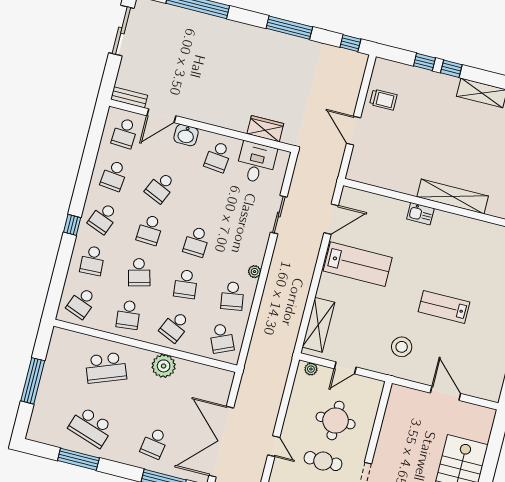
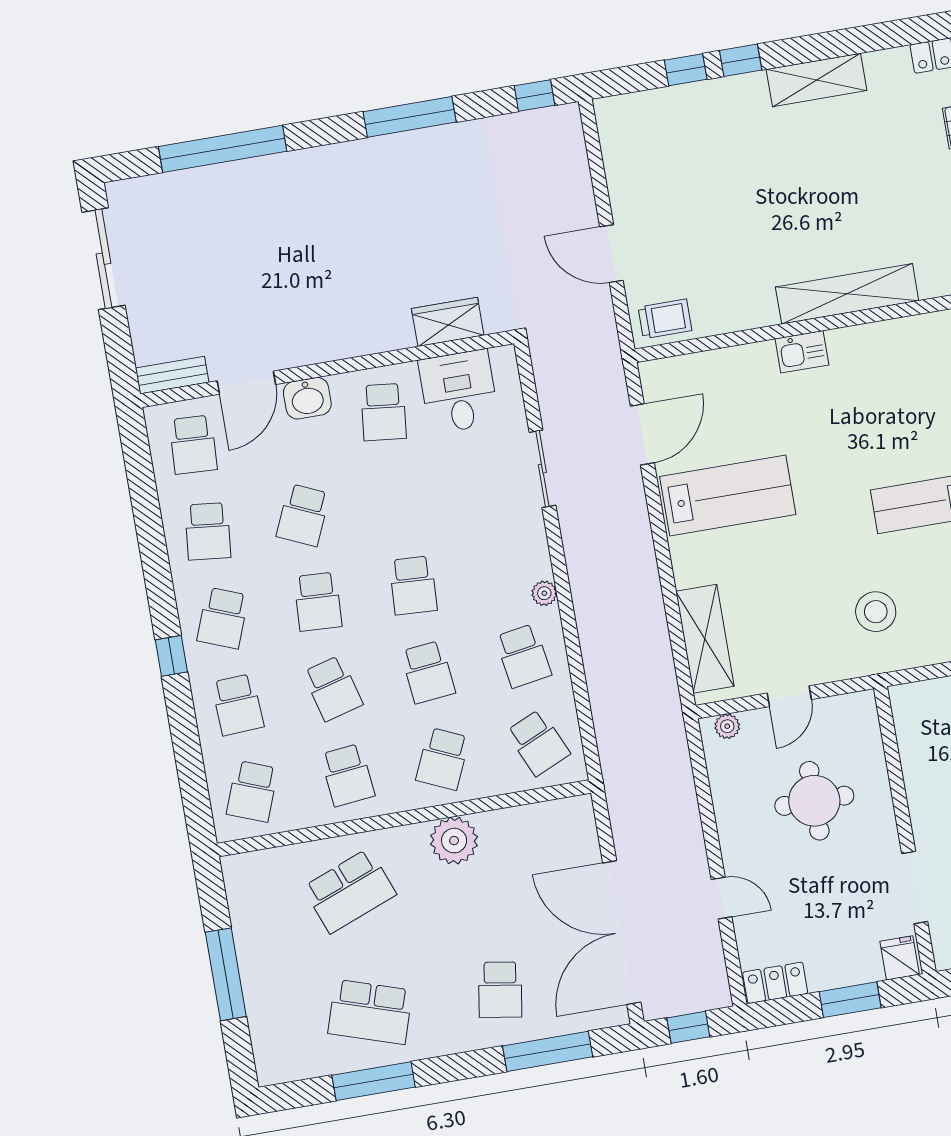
trolley: (383, 100) -> (665, 319), moved
cafe table: (323, 461) -> (824, 885), removed

